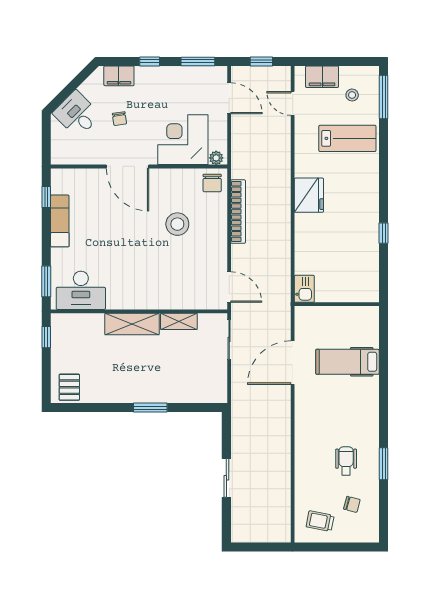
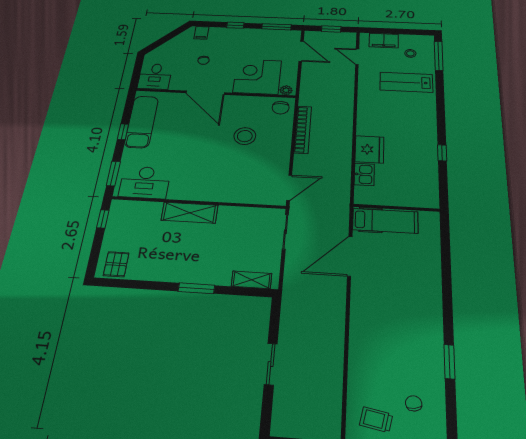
filing cabinet: (119, 76) -> (201, 33), width x0.50
desk: (77, 114) -> (155, 76), moved, turned -135
lab bench: (347, 138) -> (406, 82), turned 180
fridge: (309, 195) -> (369, 149), moved
window: (46, 197) -> (123, 132), moved
exam couch: (60, 221) -> (142, 122), width x1.36, depth x1.45
door: (229, 287) -> (289, 188), hinge flipped
kitchen sink: (304, 289) -> (364, 174), moved
shelving: (179, 321) -> (252, 280), moved
hospital bed: (348, 362) -> (385, 221), moved, turned 180
wheelchair: (346, 461) -> (407, 356), removed
chair: (352, 504) -> (414, 403), turned -115

